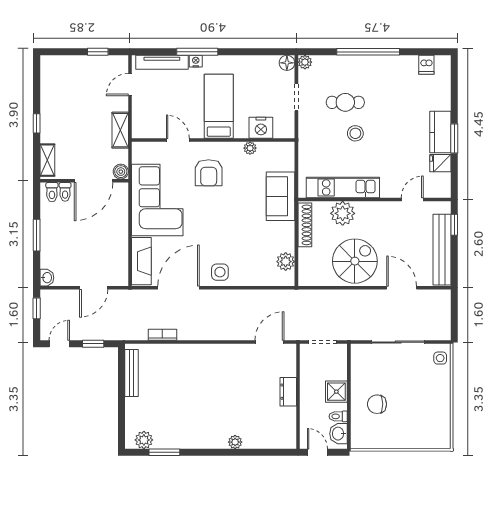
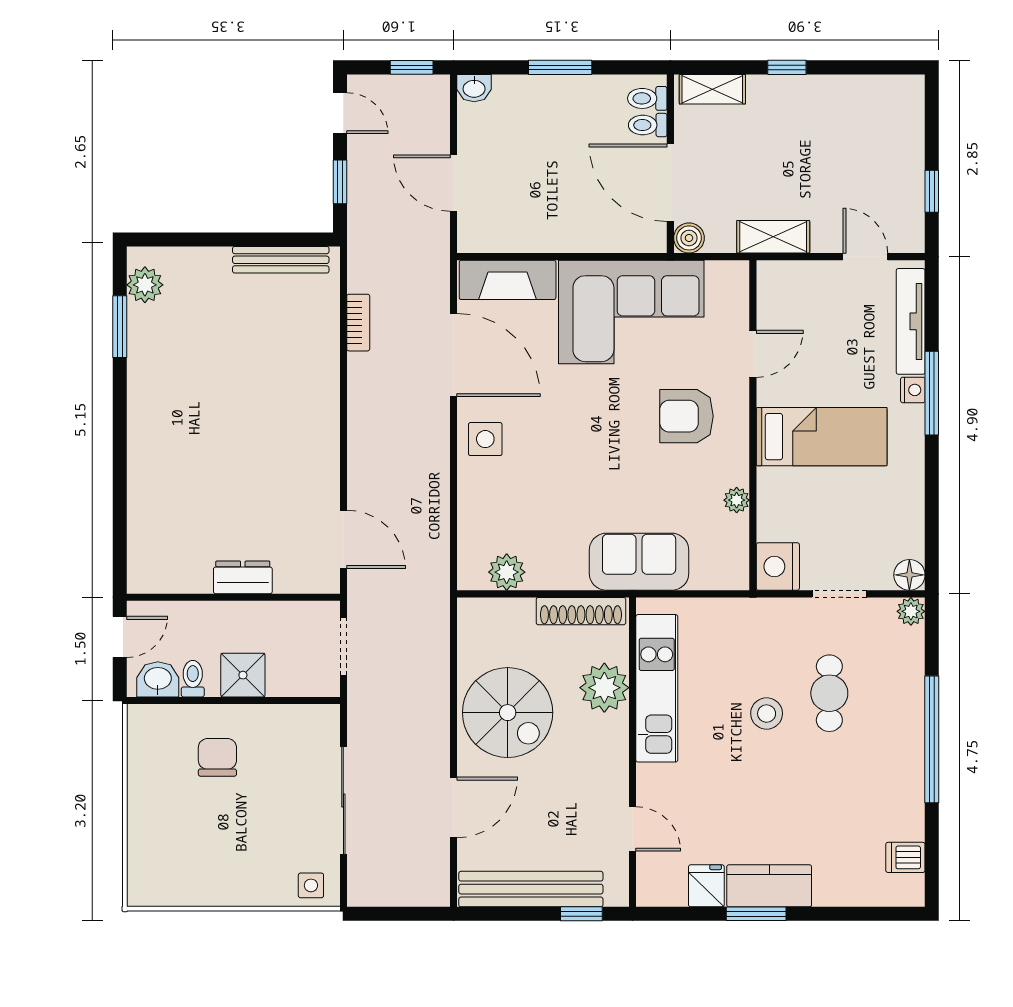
nightstand: (261, 128) -> (778, 566), moved
plant: (235, 442) -> (141, 470), removed

